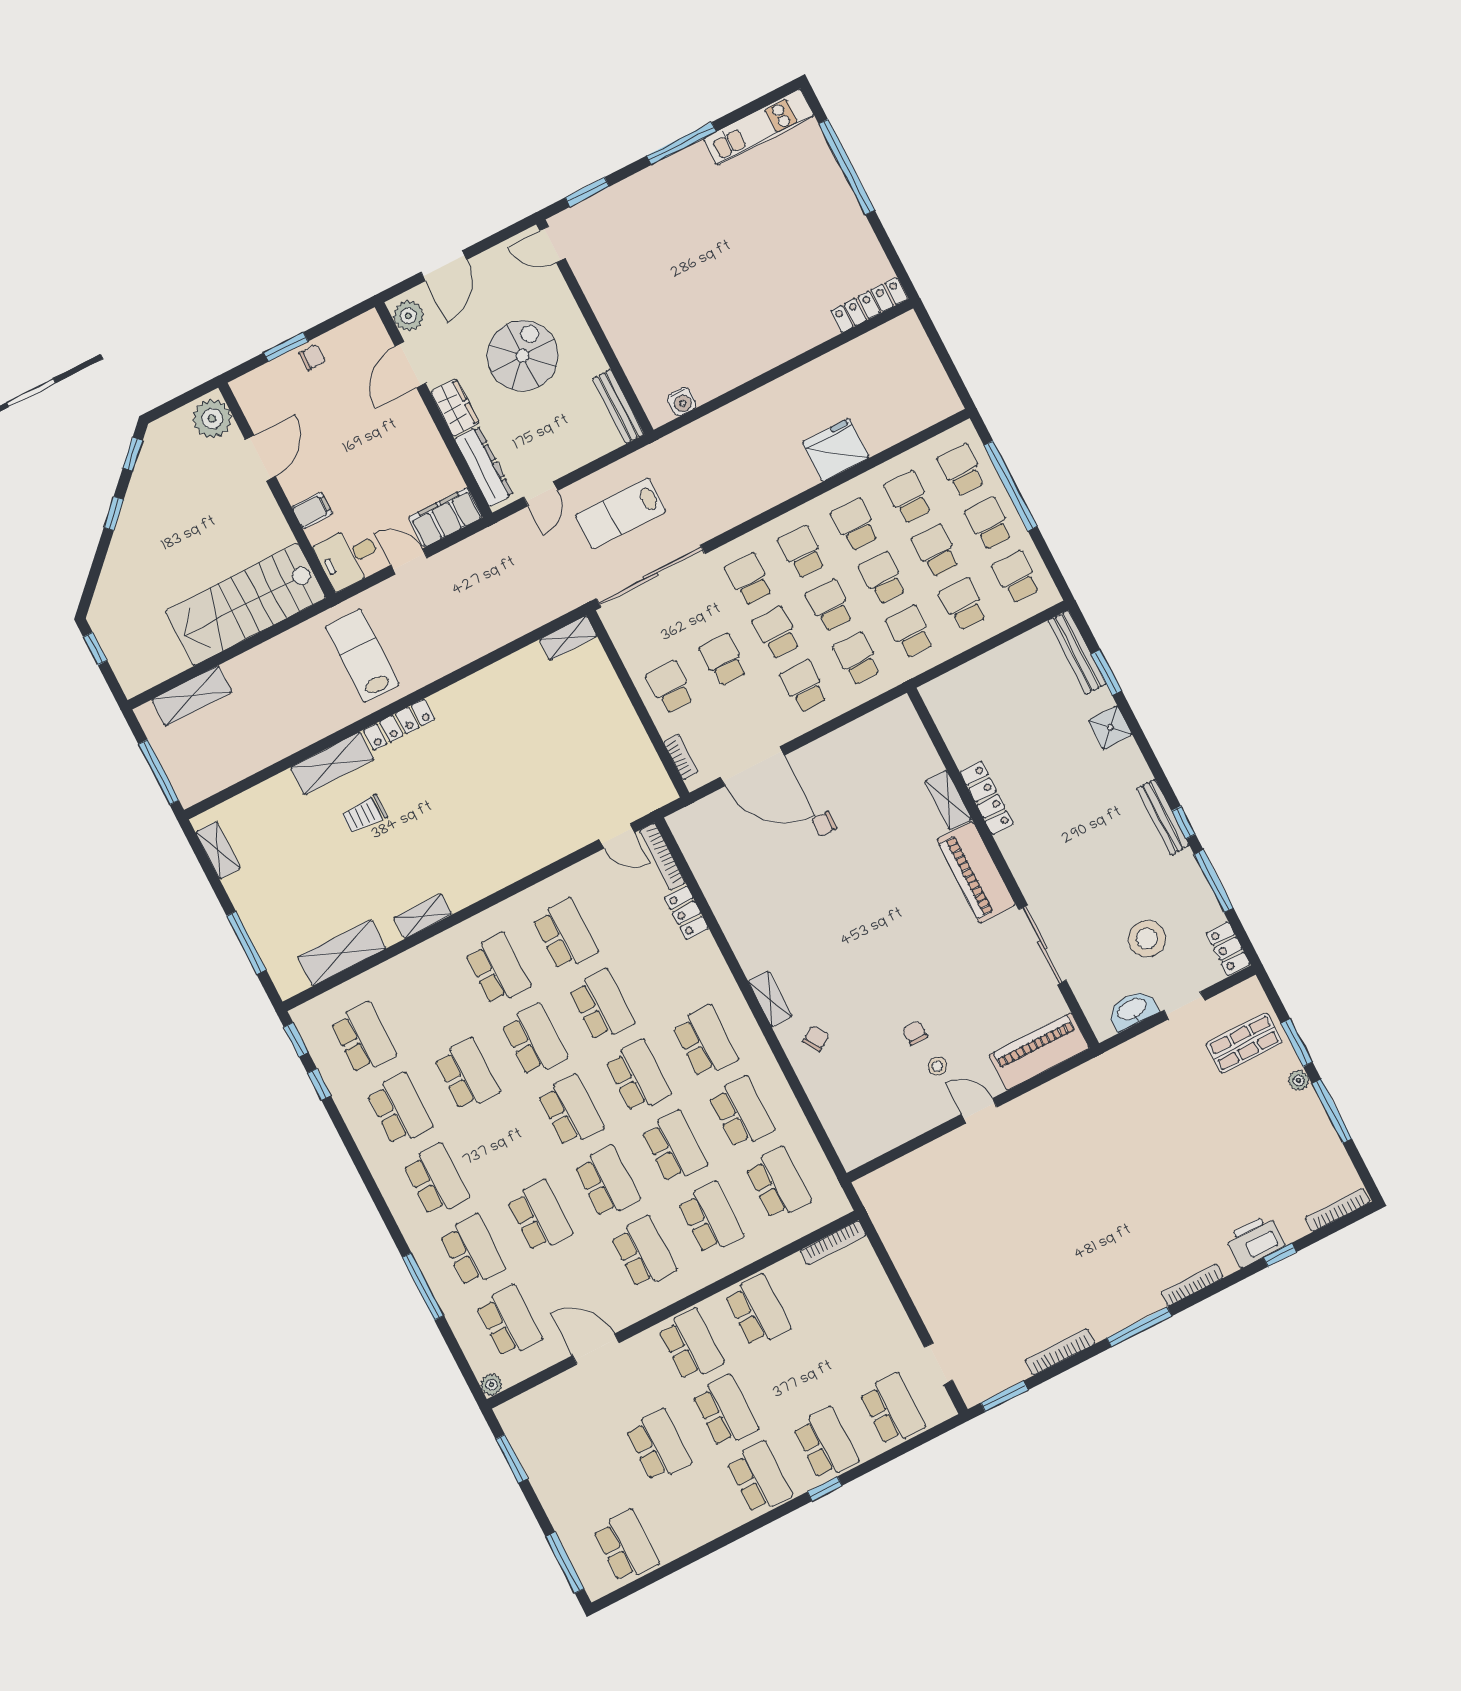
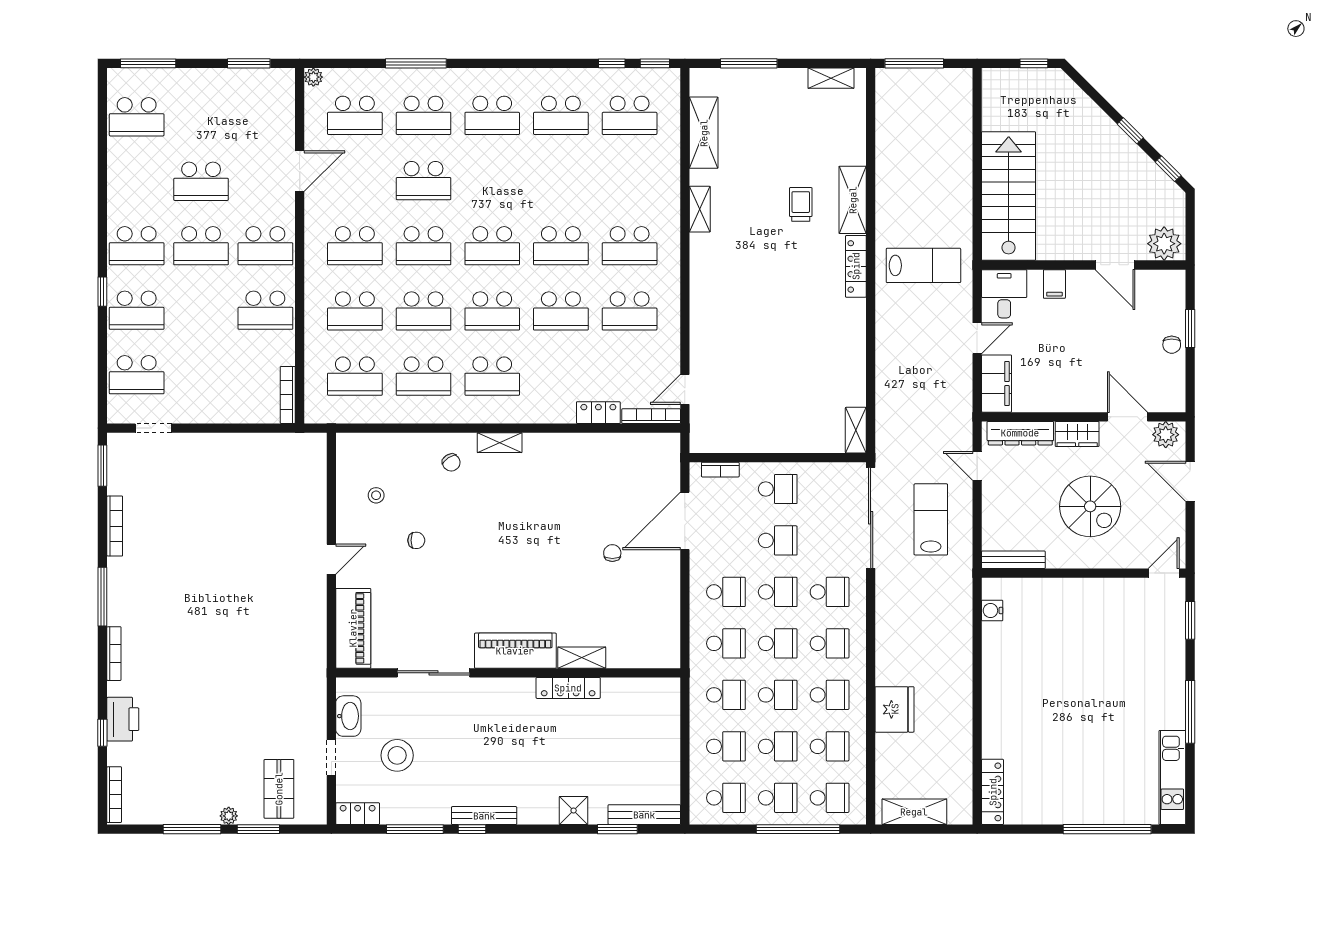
shelving: (192, 696) -> (914, 812), moved, turned 90
stool: (937, 1066) -> (376, 495), moved
school desk: (467, 1075) -> (561, 181), removed

